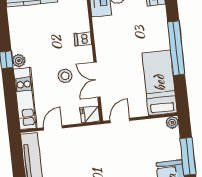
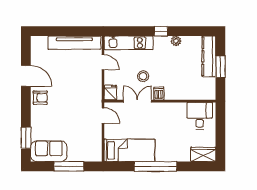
dishwasher: (83, 39) -> (159, 93), moved
plant: (19, 61) -> (176, 41), moved
plant: (172, 122) -> (97, 157), removed

